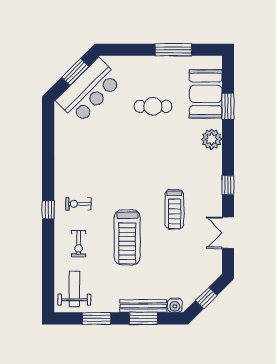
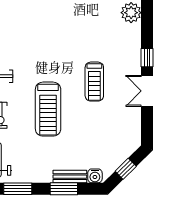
double door: (228, 233) -> (147, 91), moved
bench: (143, 306) -> (70, 177), width x0.73

